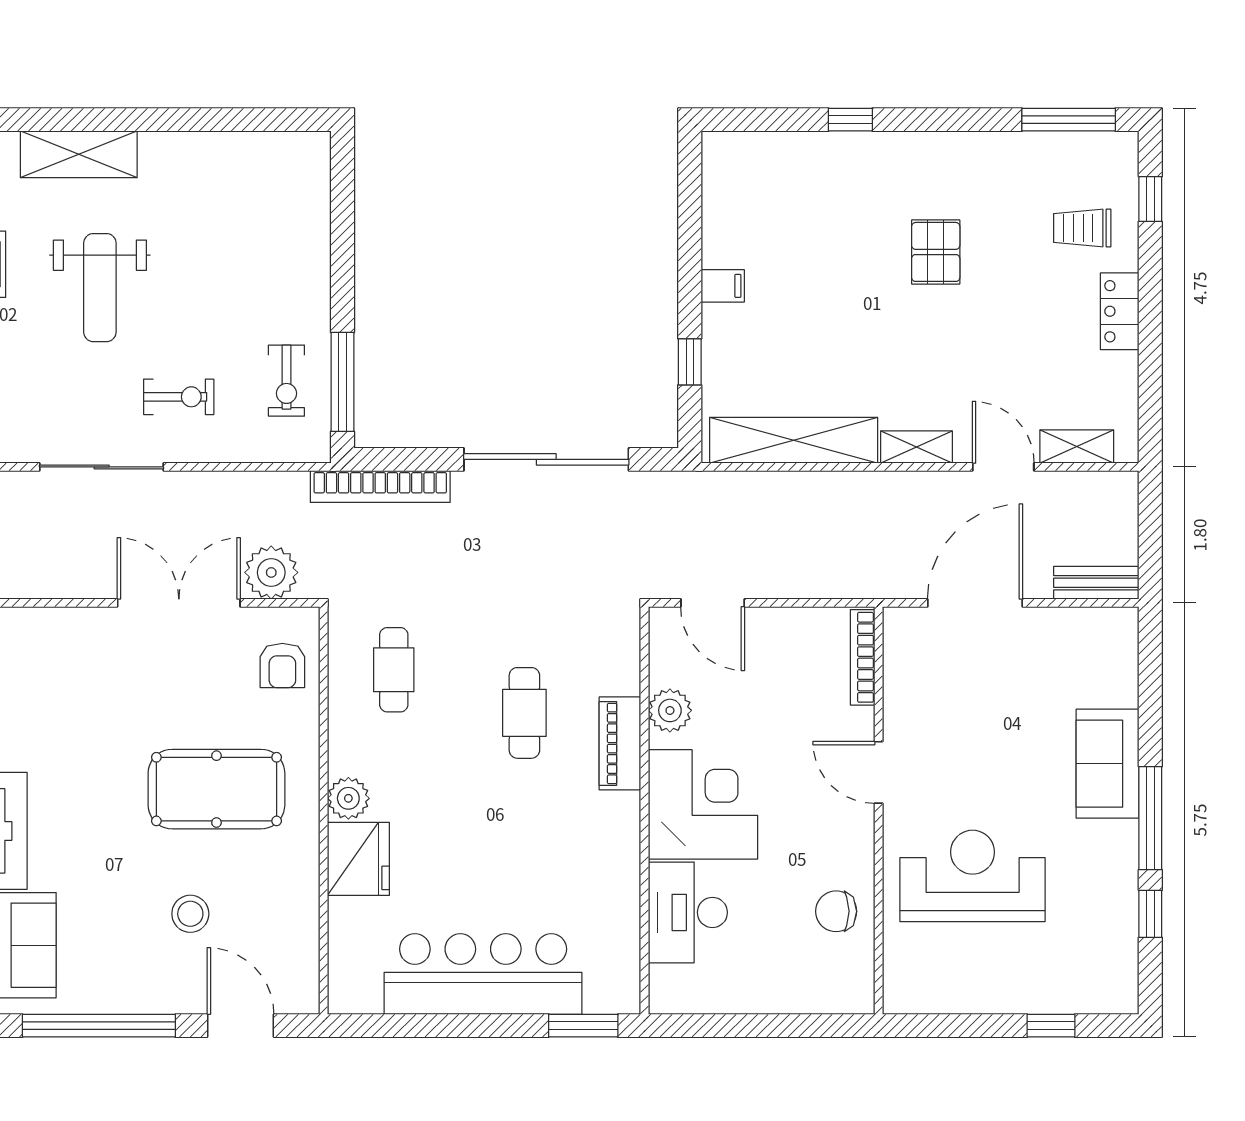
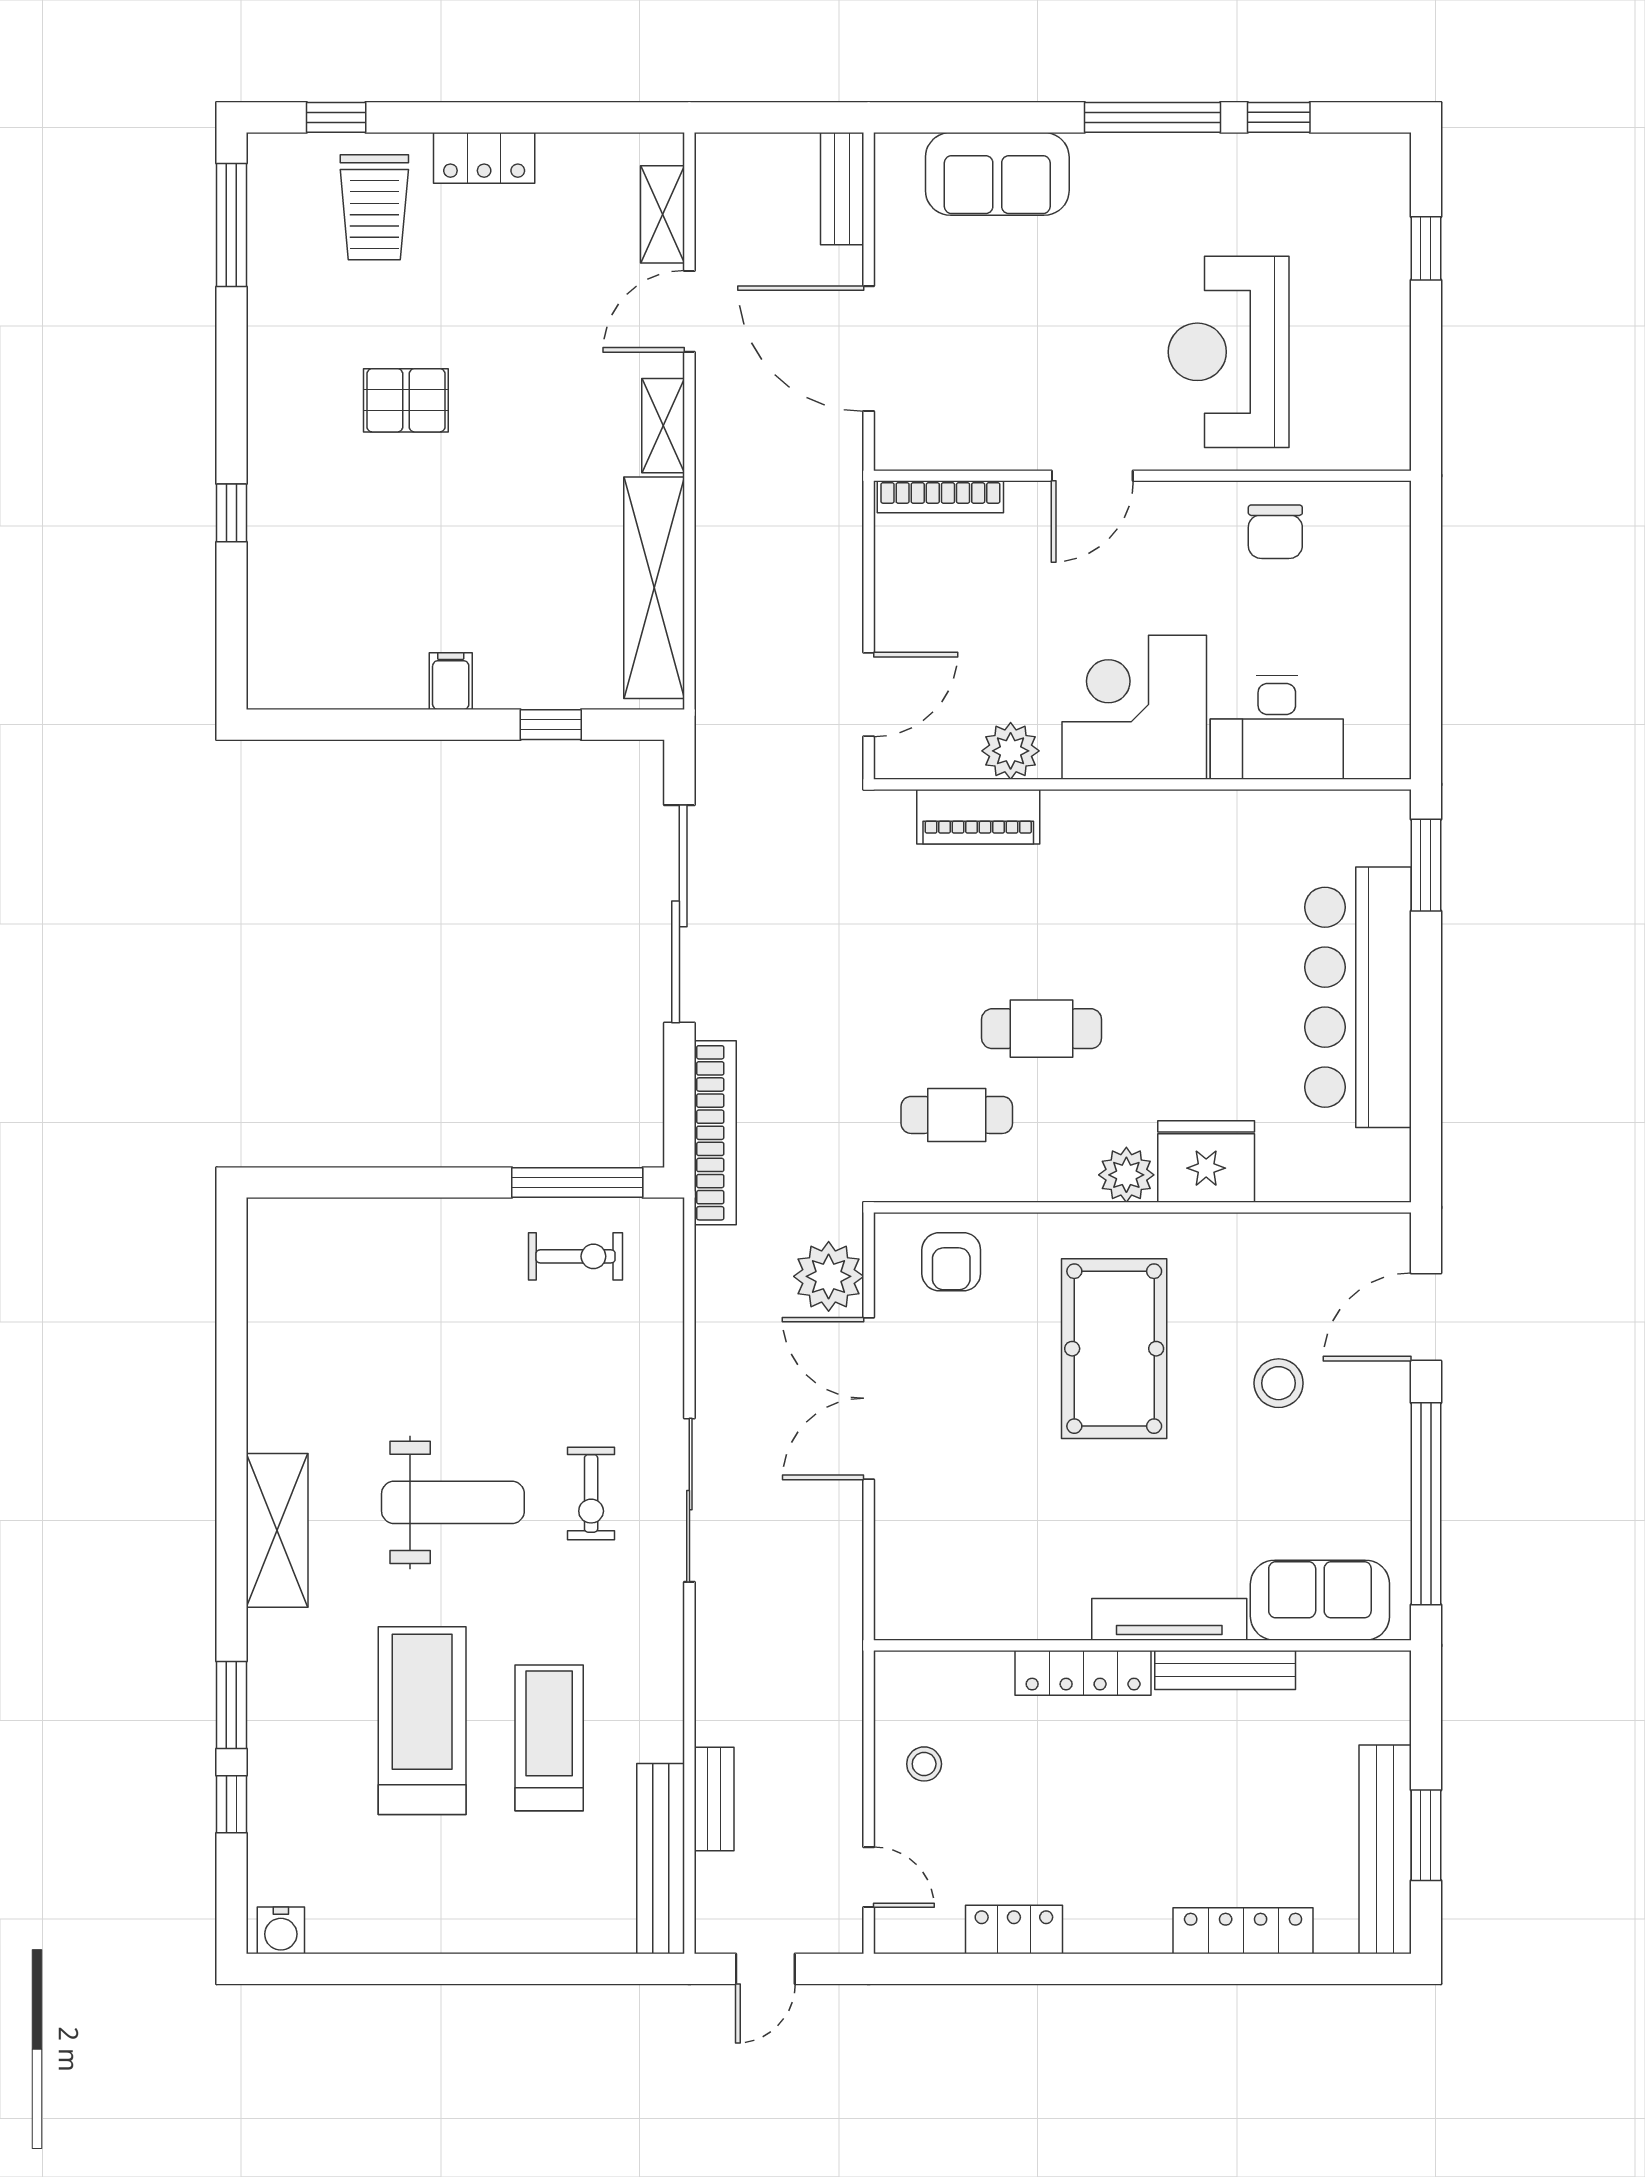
trolley: (1082, 228) -> (374, 207), width x1.36, depth x1.39
exercise bike: (179, 397) -> (591, 1493), moved, turned 180
armchair: (282, 666) -> (951, 1262), turned 90
cafe table: (524, 713) -> (1042, 1029), moved
piano: (620, 743) -> (978, 817), moved
sofa: (1108, 764) -> (997, 174), moved

